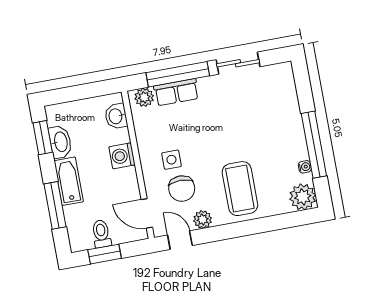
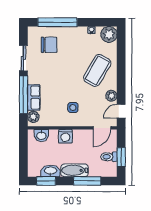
window: (314, 145) -> (58, 22), moved
chair: (182, 189) -> (49, 45), moved
coffee table: (240, 189) -> (97, 70), turned -60

